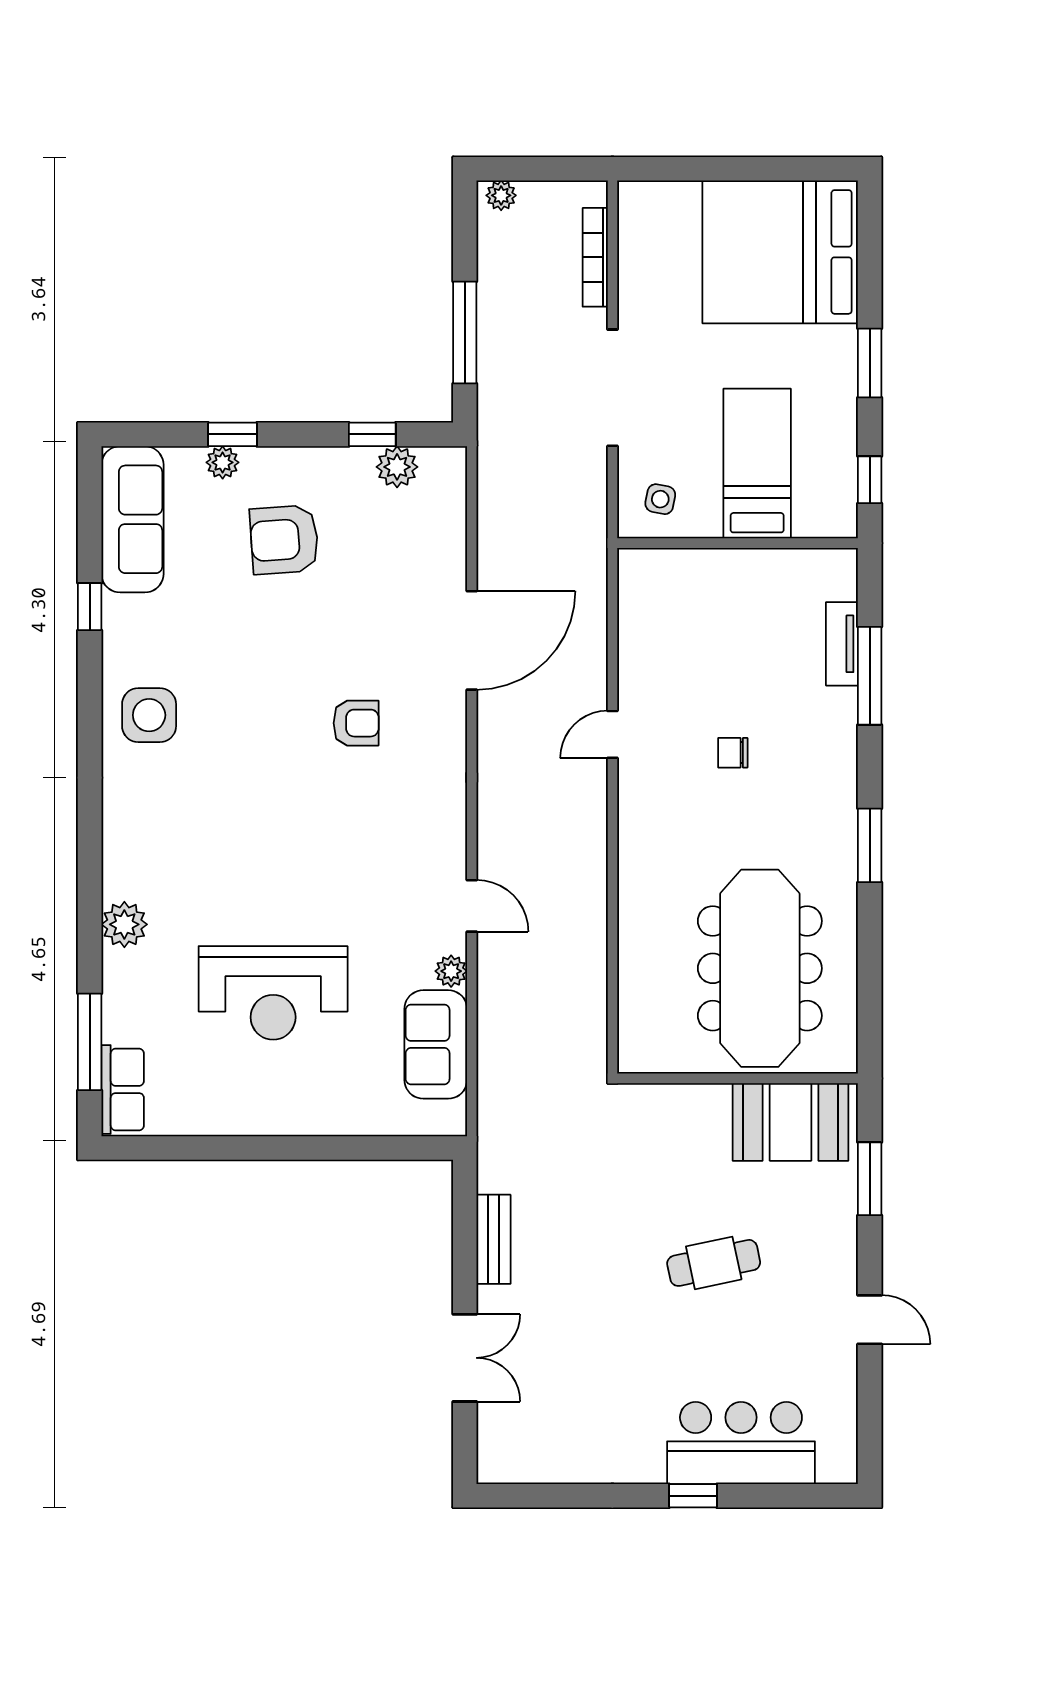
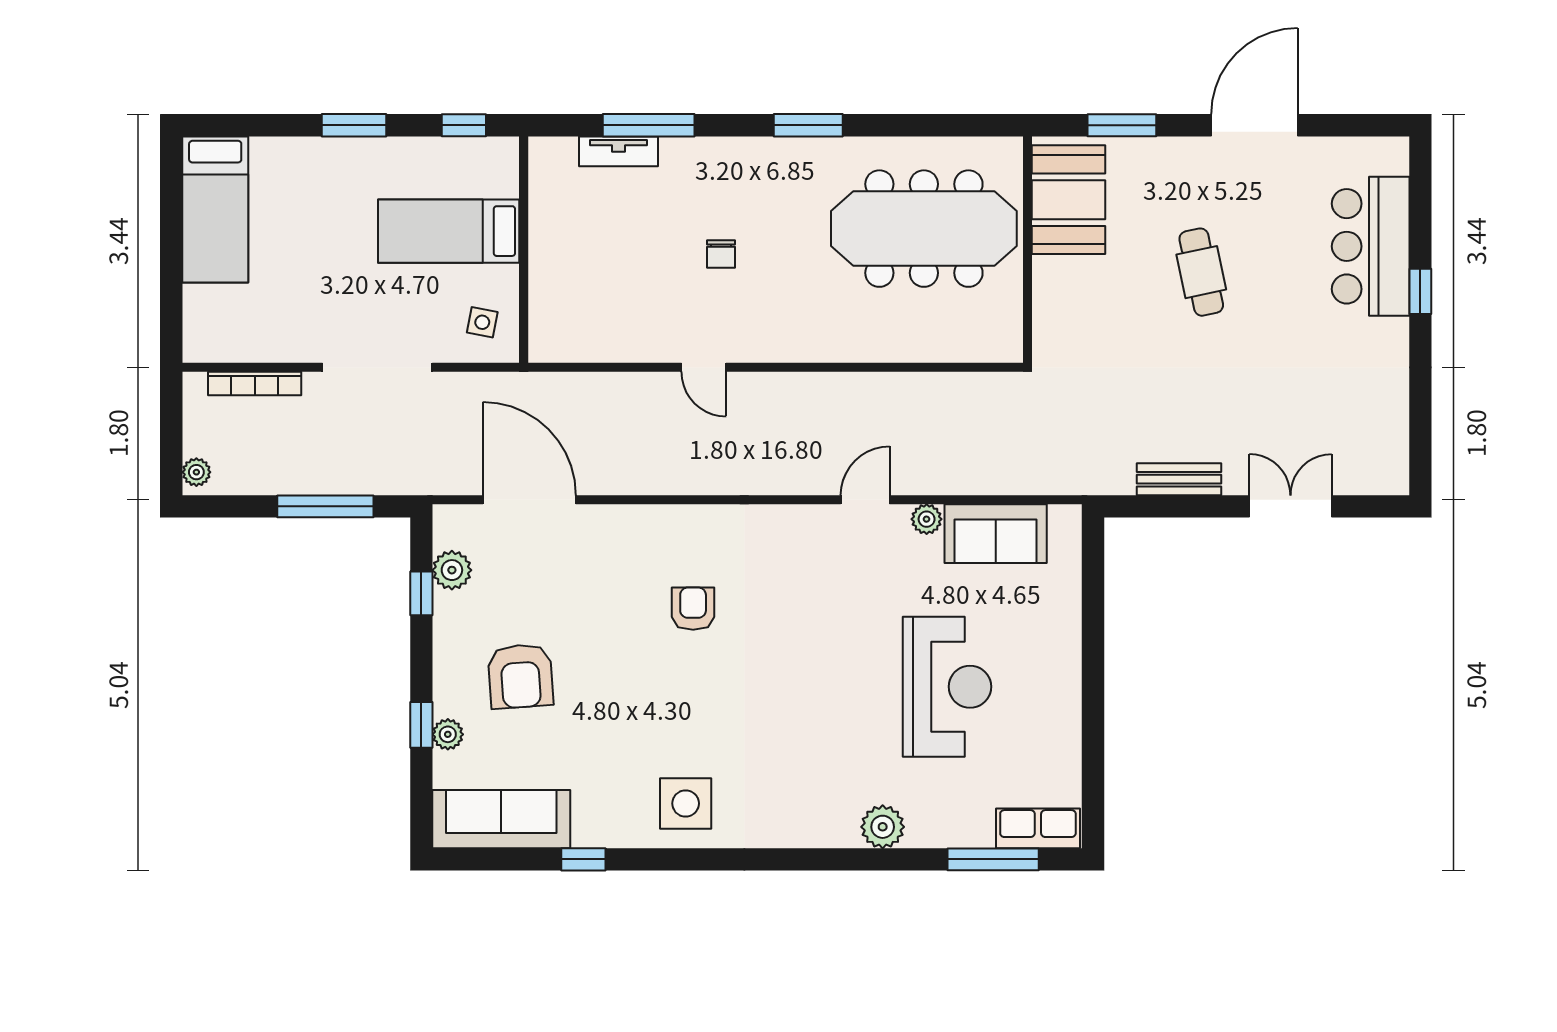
bed: (780, 252) -> (215, 209), width x0.49
door: (472, 640) -> (529, 500), moved
door: (870, 1320) -> (1255, 125), width x1.88

